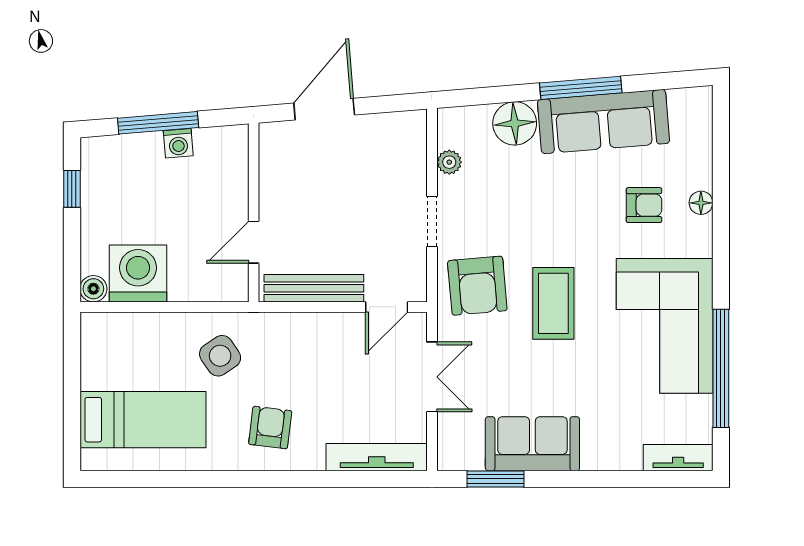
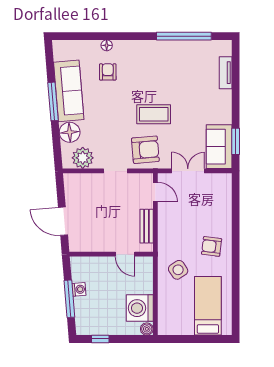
plant: (449, 162) -> (83, 158), width x1.87, depth x1.87
bench: (314, 288) -> (147, 226), width x0.73
corner sofa: (665, 326) -> (164, 62), removed
sofa: (532, 444) -> (219, 147), moved
tv unit: (377, 457) -> (225, 197), removed
tv unit: (678, 458) -> (226, 73), moved

